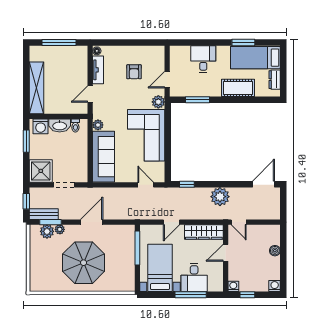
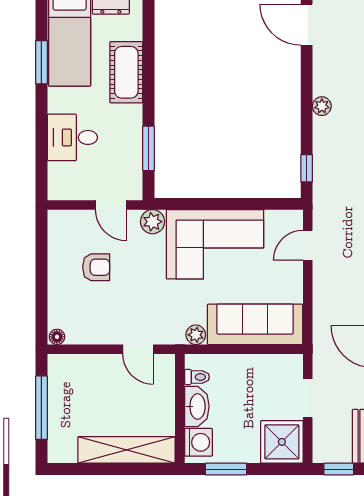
tv unit: (98, 70) -> (93, 335), removed
plant: (220, 197) -> (322, 106), width x0.53, depth x0.53

